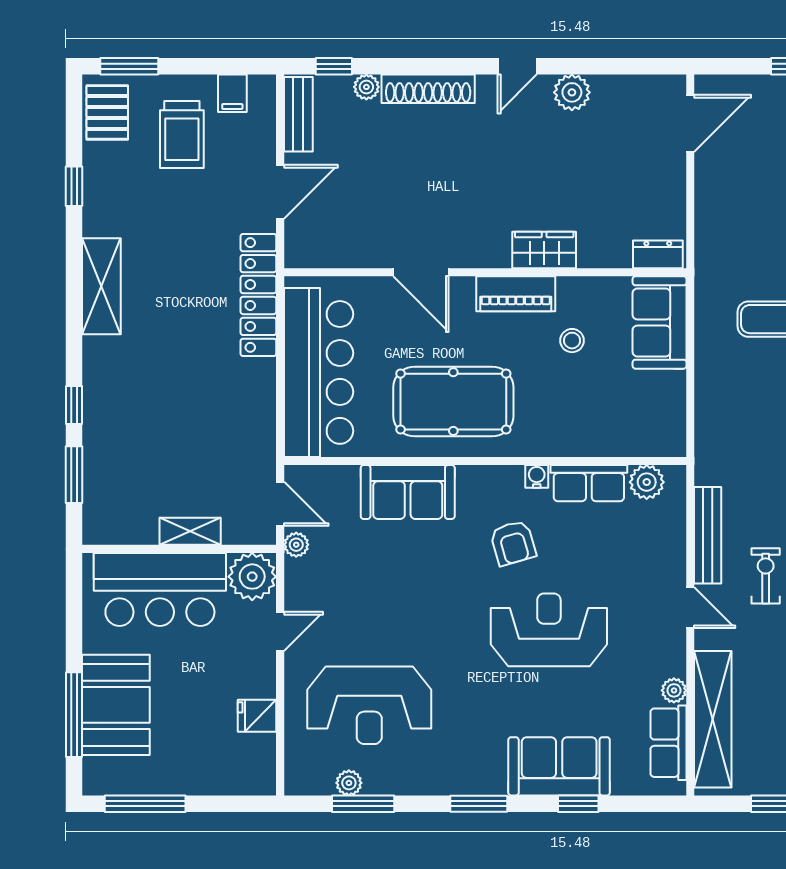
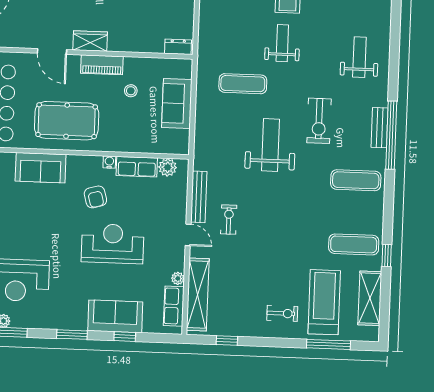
wardrobe: (544, 250) -> (90, 41), moved
sofa: (660, 322) -> (177, 103), moved

